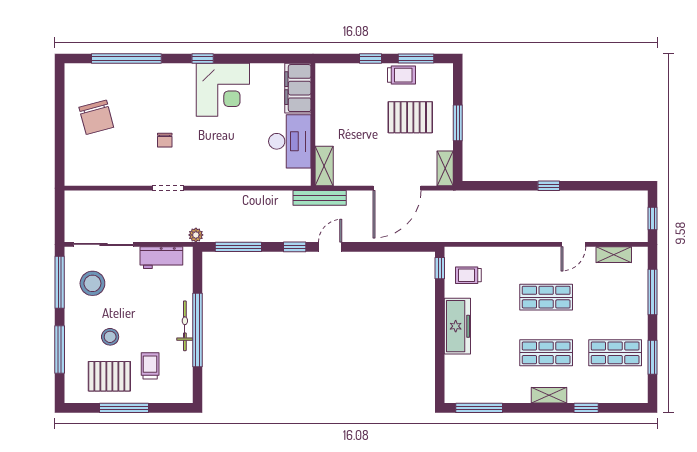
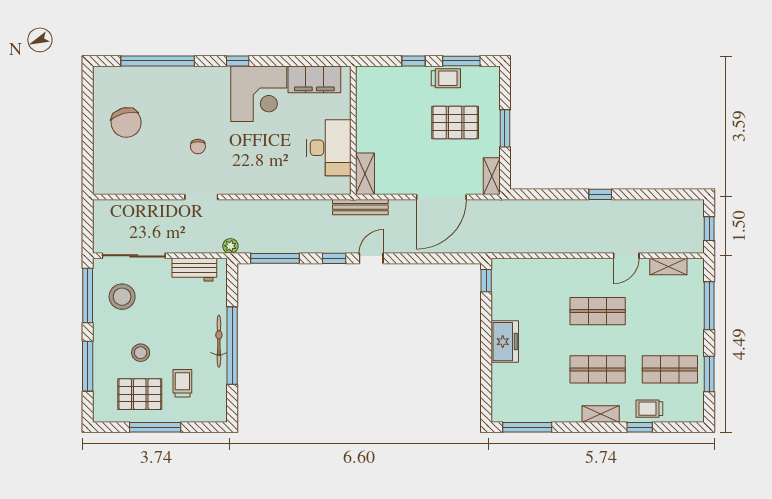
filing cabinet: (298, 88) -> (314, 79), moved, turned -90
trolley: (468, 275) -> (649, 409), moved
freezer: (457, 326) -> (505, 342), width x0.71

